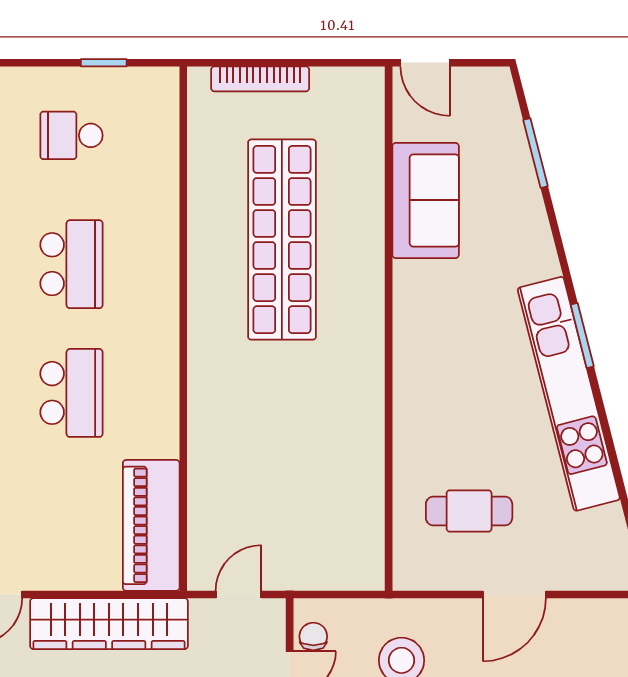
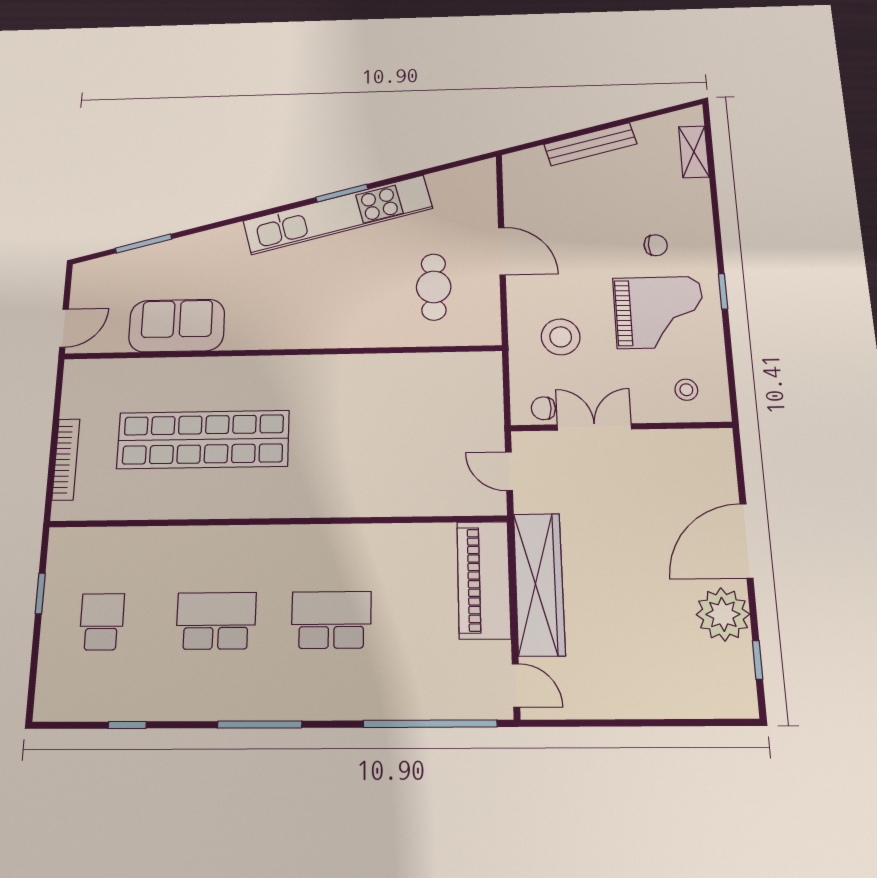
school desk: (71, 135) -> (102, 622), turned 180
window: (582, 335) -> (342, 193), moved
piano: (151, 525) -> (484, 580), moved, turned 90

